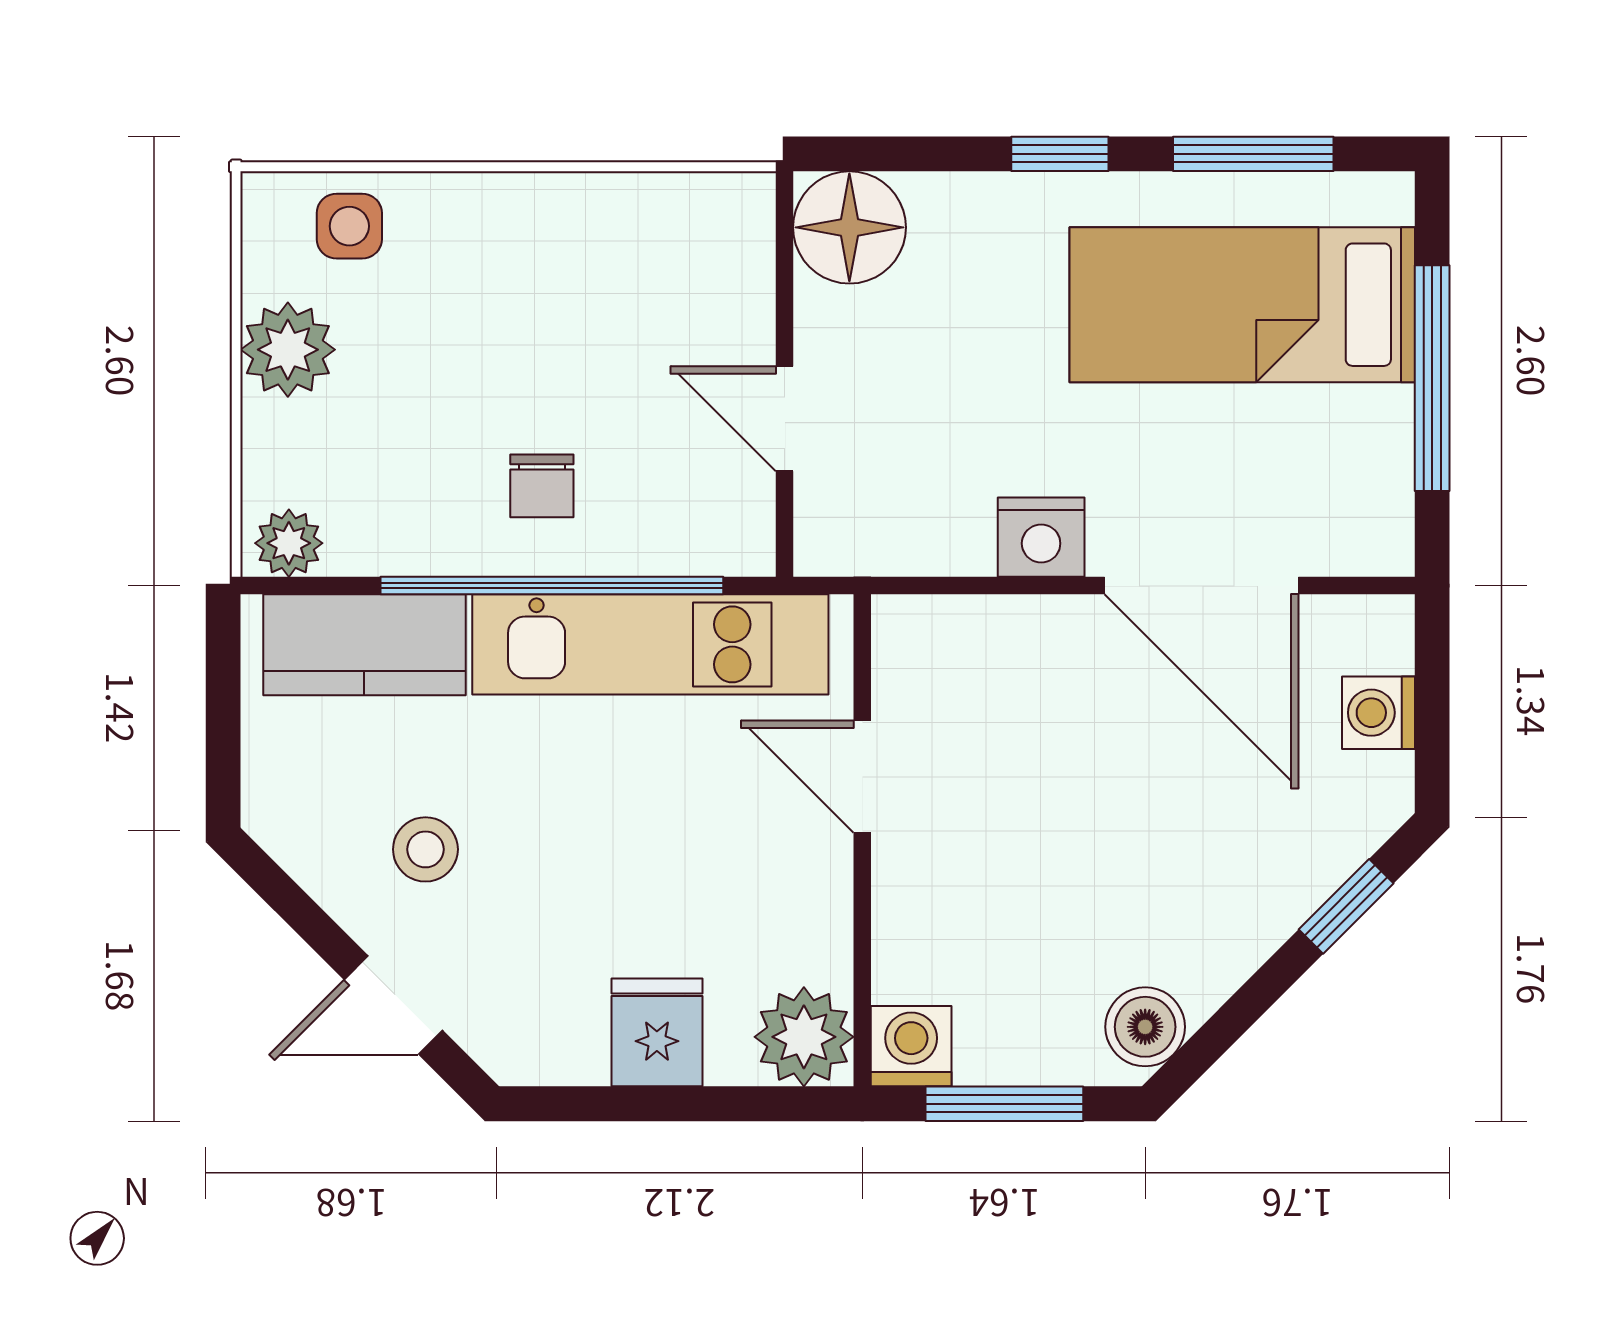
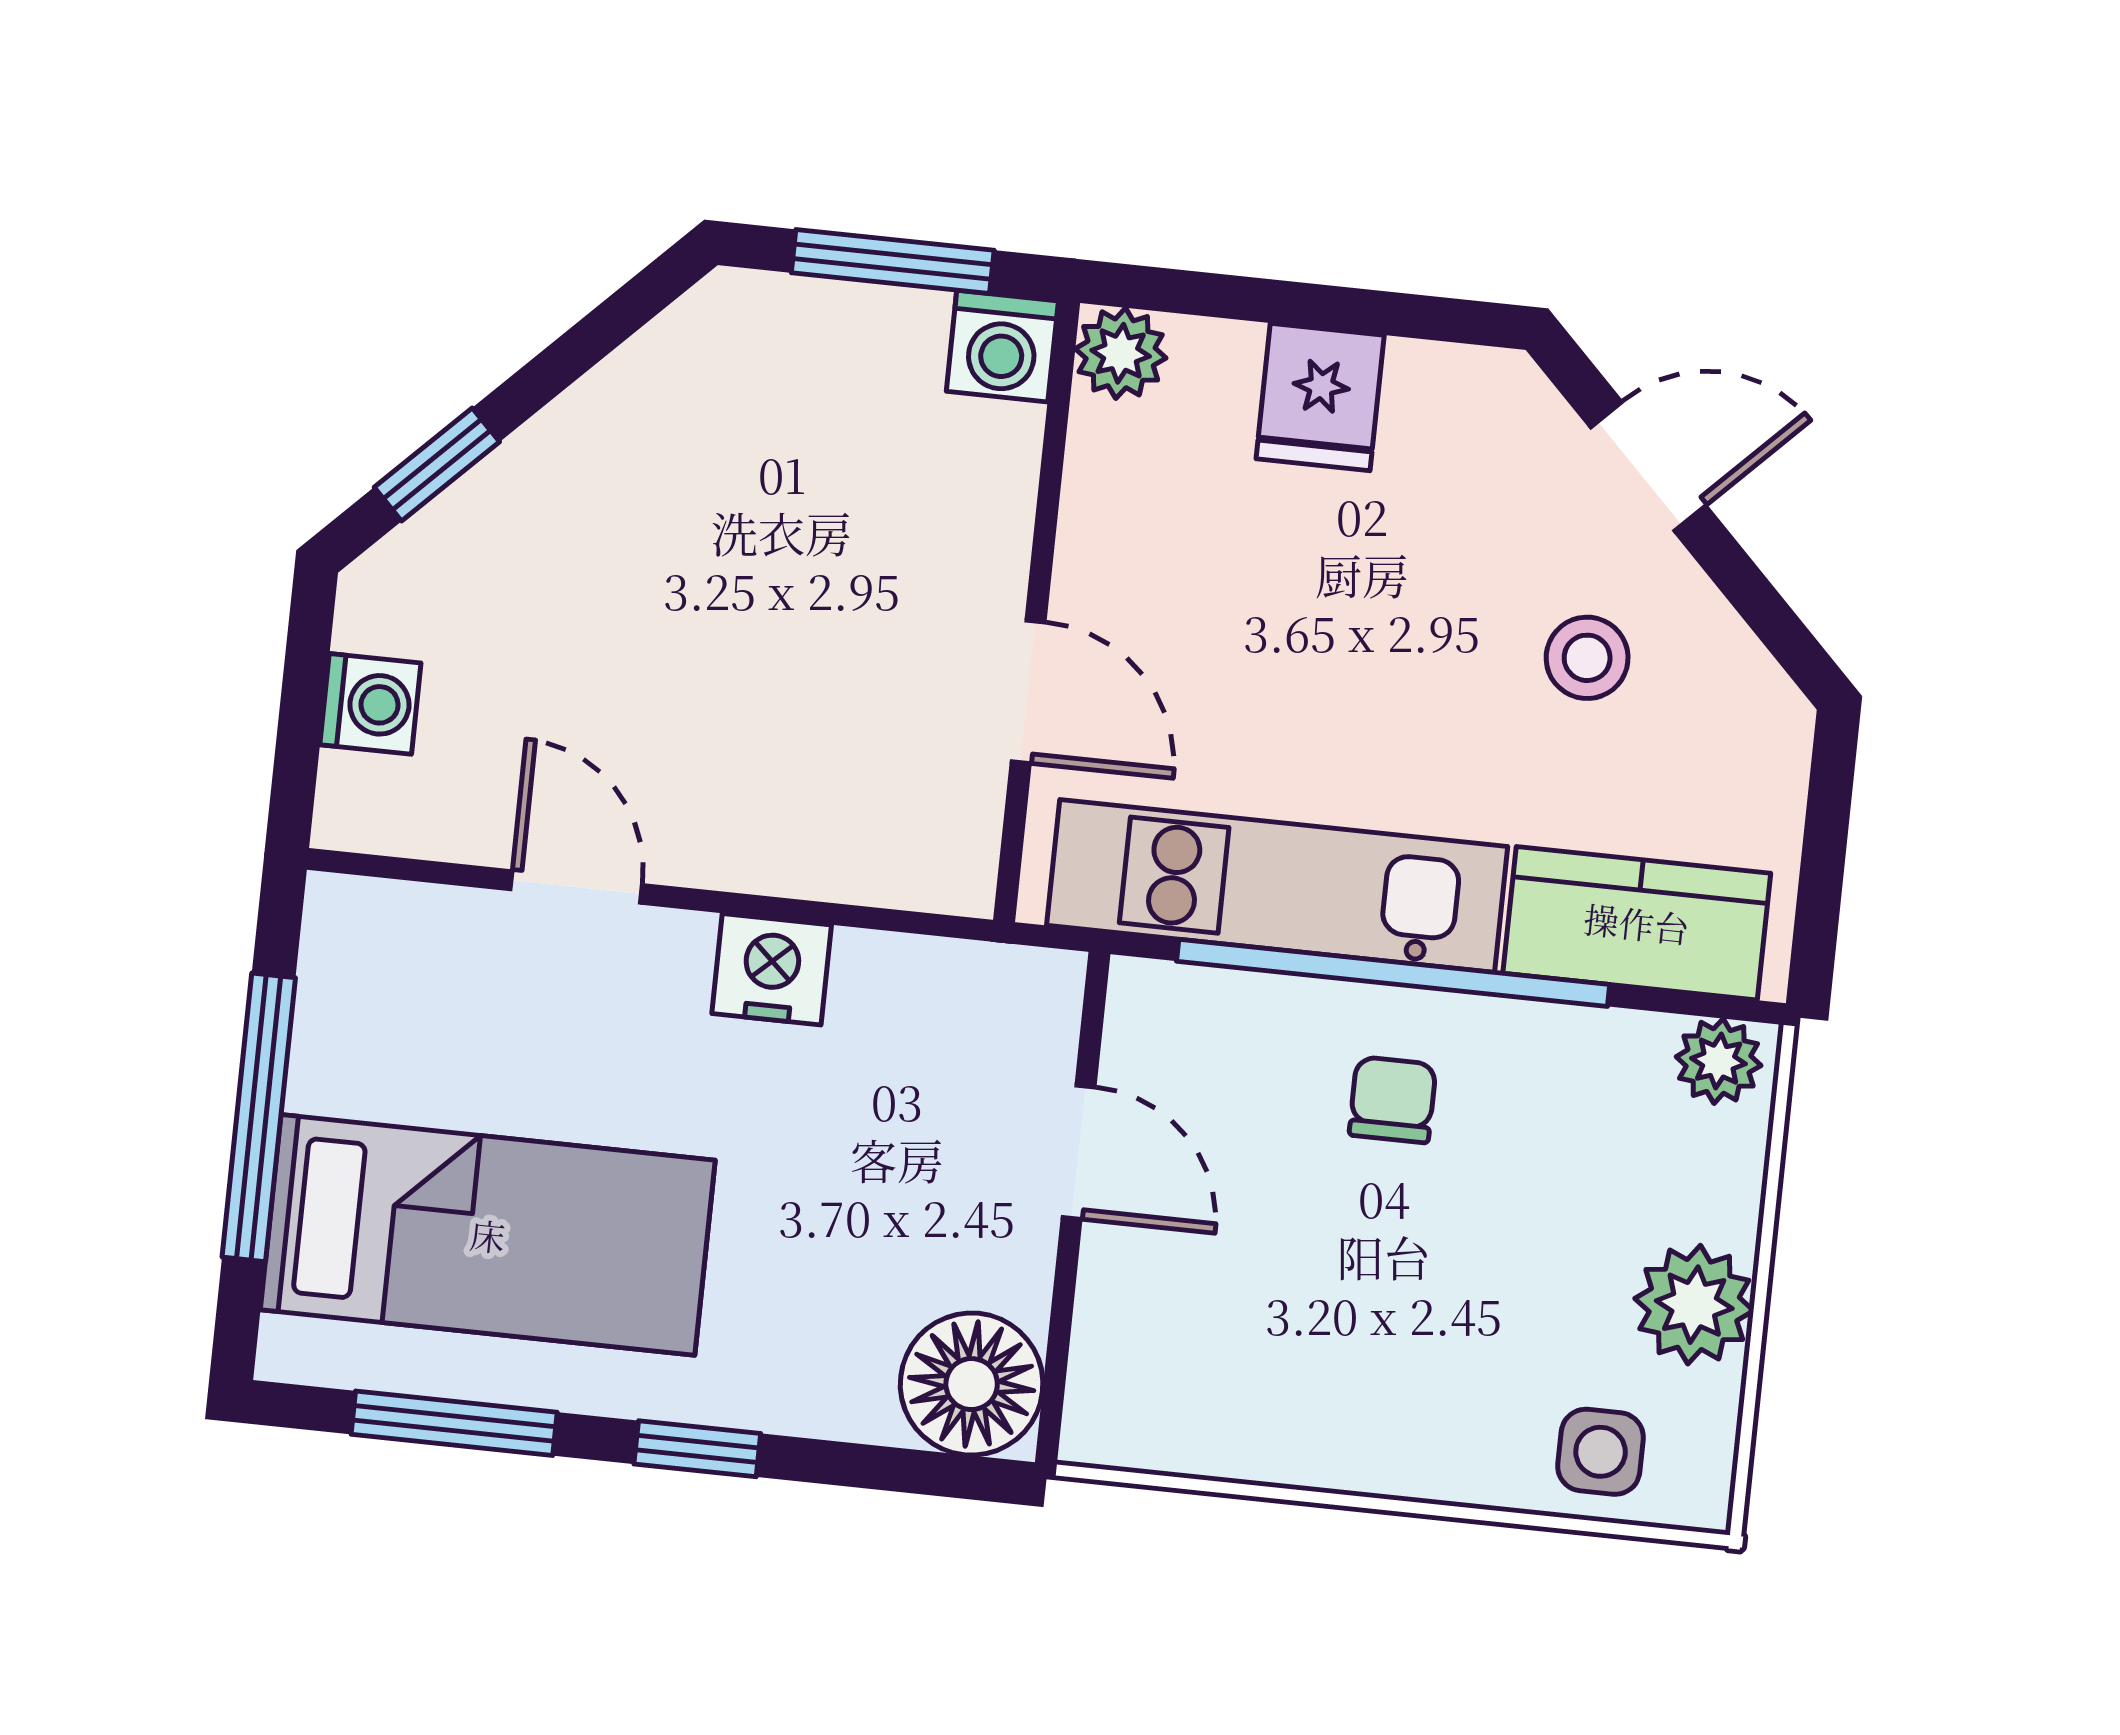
door: (1202, 586) -> (576, 887), width x0.53
boiler: (1145, 1027) -> (706, 340), removed
plant: (804, 1037) -> (1121, 353), width x0.73, depth x0.73

